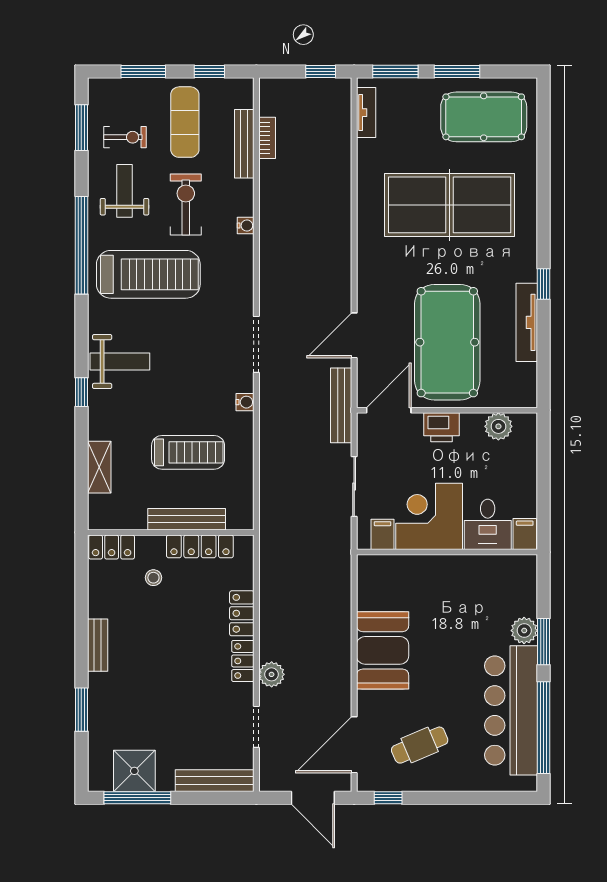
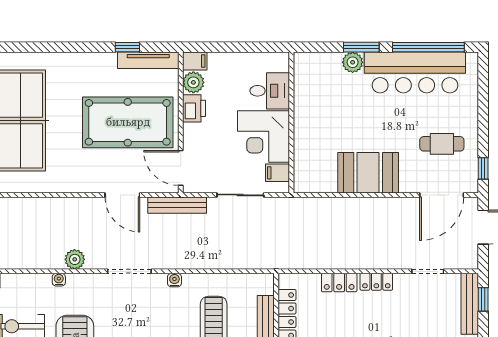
water cooler: (246, 226) -> (59, 280), moved
window: (544, 284) -> (127, 47), moved
tv unit: (527, 322) -> (148, 60), moved
printer: (441, 427) -> (194, 108), moved
filing cabinet: (525, 534) -> (195, 61), moved, turned 180
plant: (272, 674) -> (75, 259), moved
door: (354, 745) -> (442, 195), hinge flipped
cafe table: (420, 745) -> (442, 144), turned -67
window: (220, 798) -> (483, 299), added

